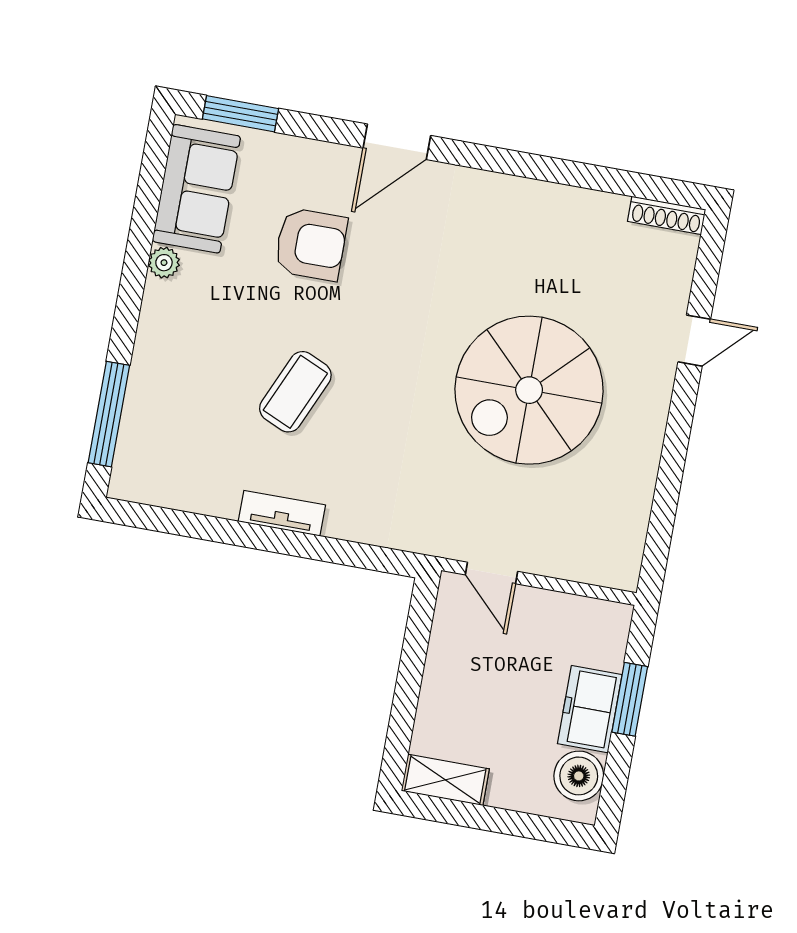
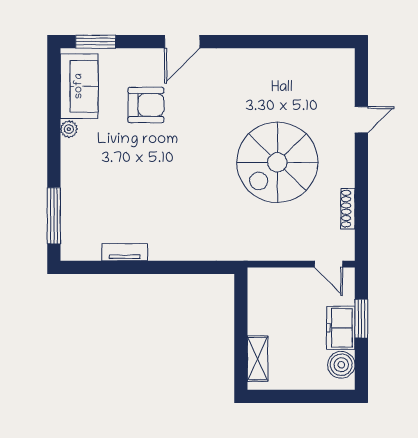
shoe rack: (667, 215) -> (348, 209), moved, turned 90
coffee table: (295, 392) -> (152, 186), removed
tv unit: (282, 513) -> (125, 252), moved
door: (492, 573) -> (329, 264), moved
shelving: (445, 780) -> (258, 359), moved, turned 90

